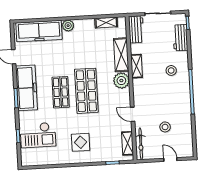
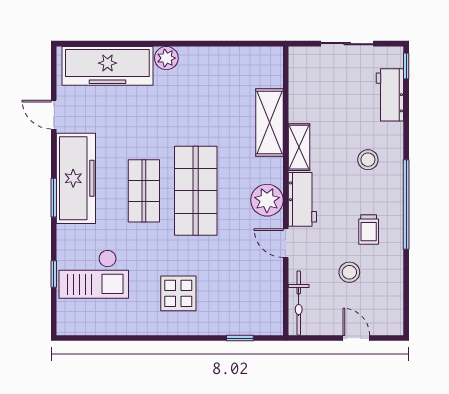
shelving: (106, 23) -> (243, 56), removed
workbench: (136, 29) -> (302, 199), moved
plant: (121, 81) -> (267, 200), moved
trolley: (173, 105) -> (369, 230), added
shelving: (128, 143) -> (272, 301), removed

